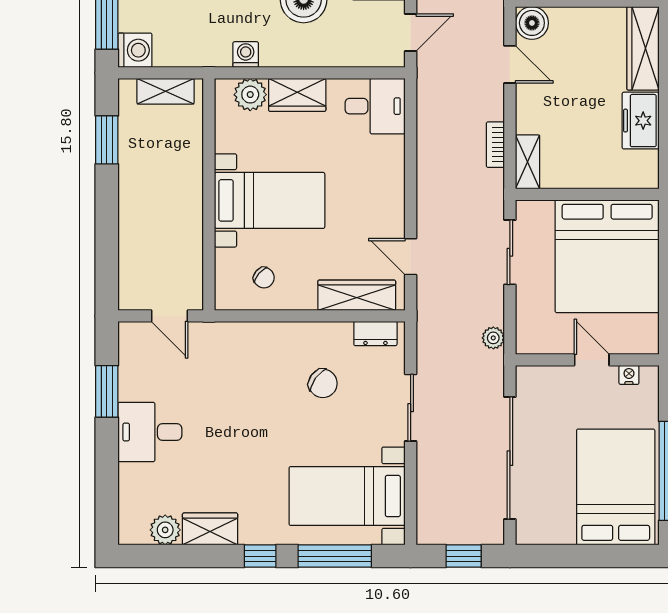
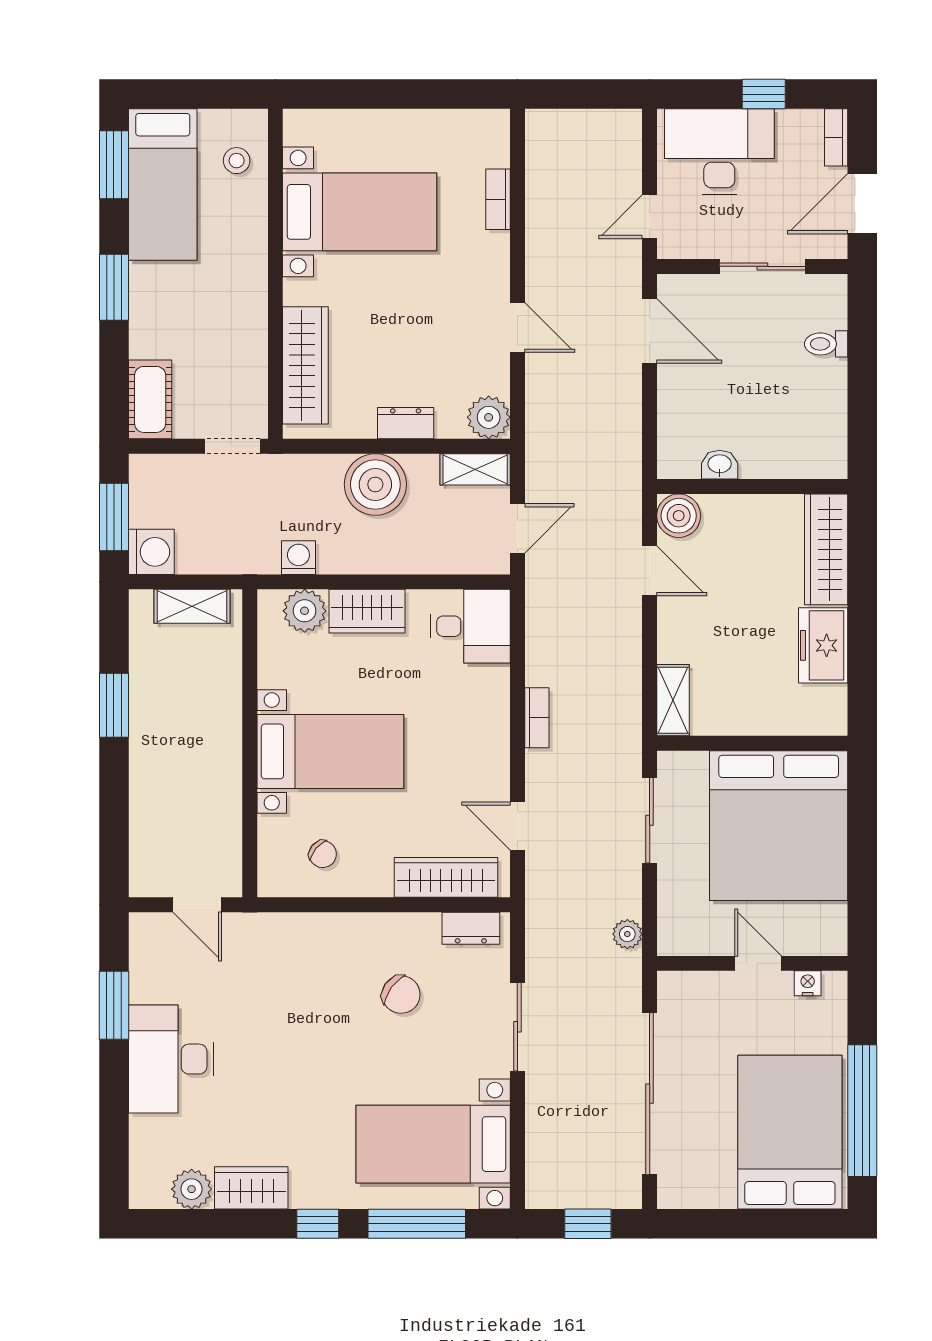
window: (107, 140) -> (114, 705), moved
bookcase: (495, 145) -> (537, 718), moved, turned 180
desk: (150, 432) -> (171, 1059), width x1.37

